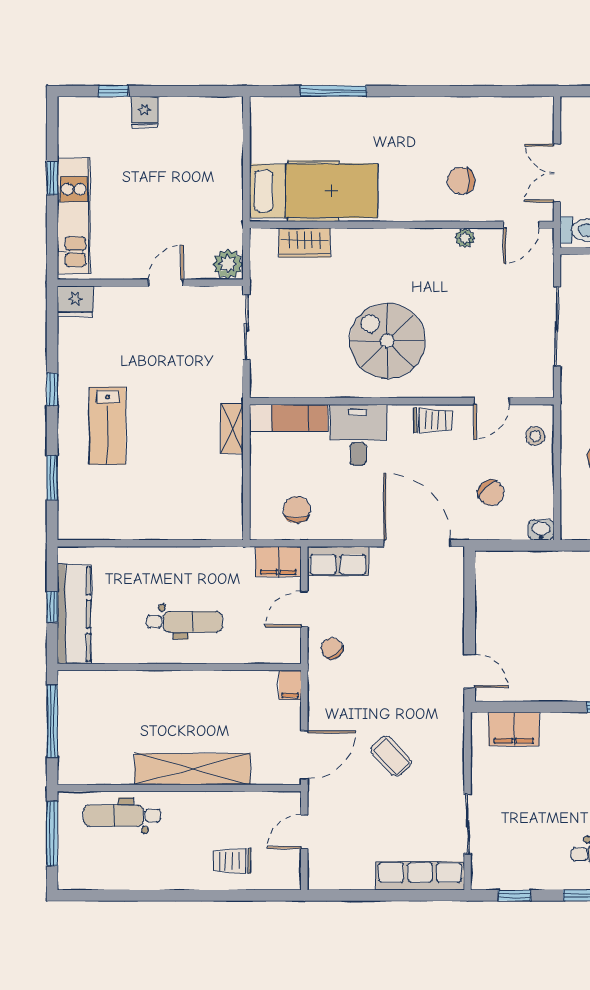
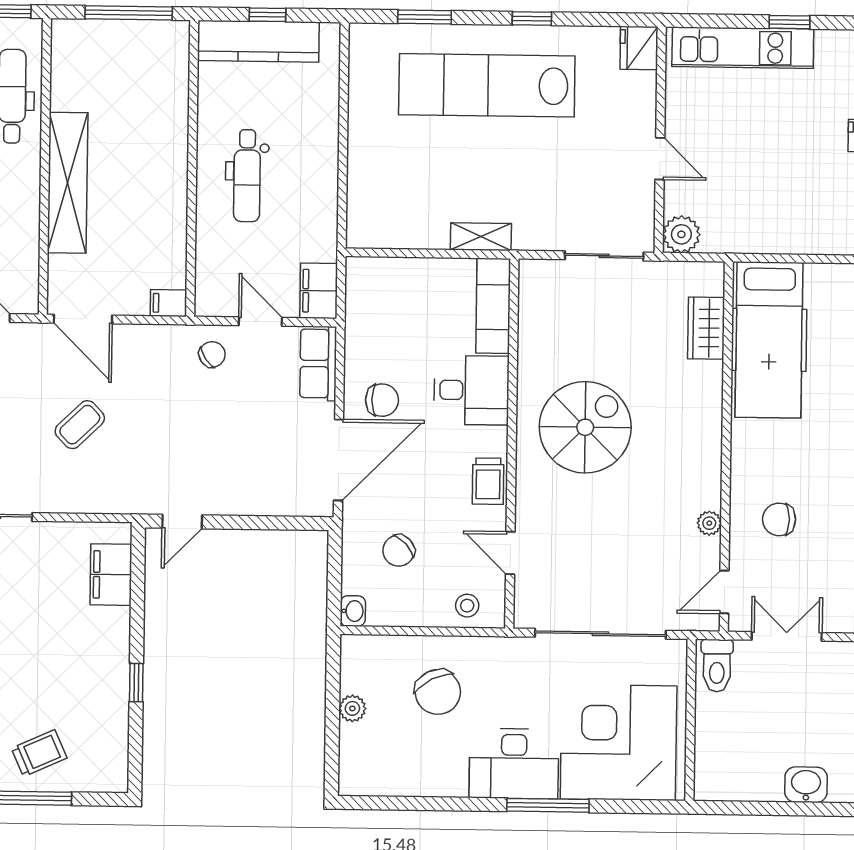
chair: (461, 181) -> (779, 519), turned -90
door: (521, 225) -> (724, 592), hinge flipped
sliding door: (557, 326) -> (600, 634), width x1.36
lab bench: (108, 426) -> (487, 85), width x1.86, depth x1.39
chair: (297, 510) -> (382, 400), moved

